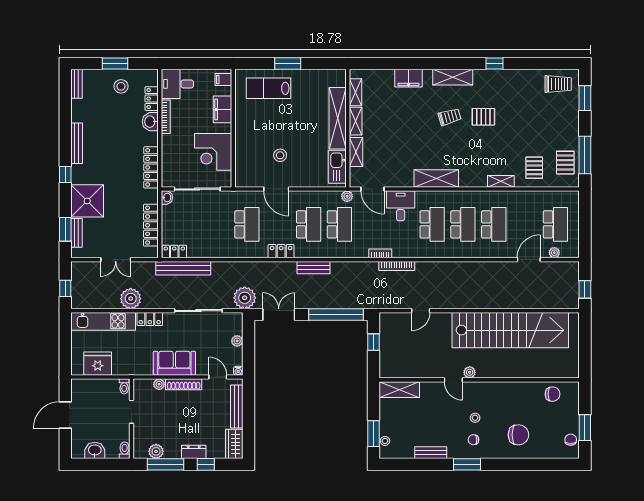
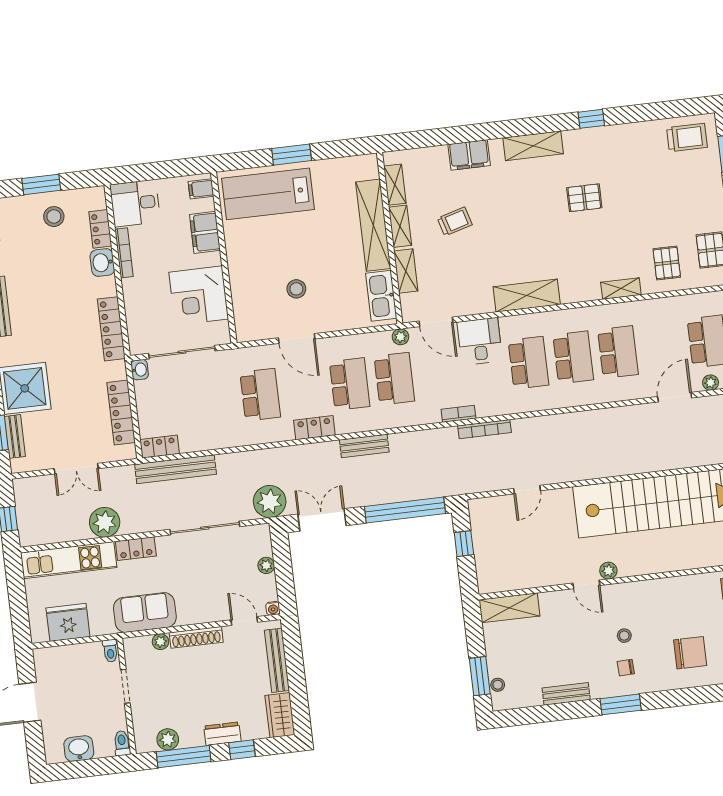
lab bench: (268, 88) -> (268, 194), width x1.36, depth x1.39
trolley: (450, 117) -> (455, 221), moved
sofa: (174, 363) -> (145, 613), moved

